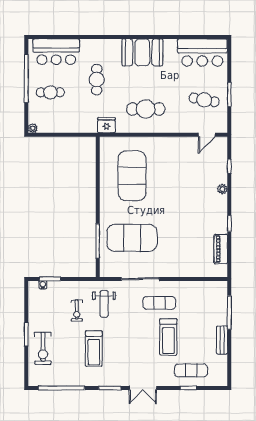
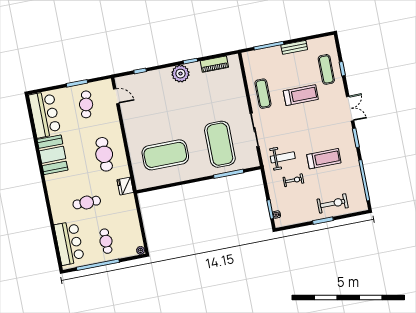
booth: (142, 52) -> (52, 155), moved
plant: (222, 189) -> (180, 74), moved, width x1.87, depth x1.87
exercise mat: (159, 303) -> (263, 94), moved

